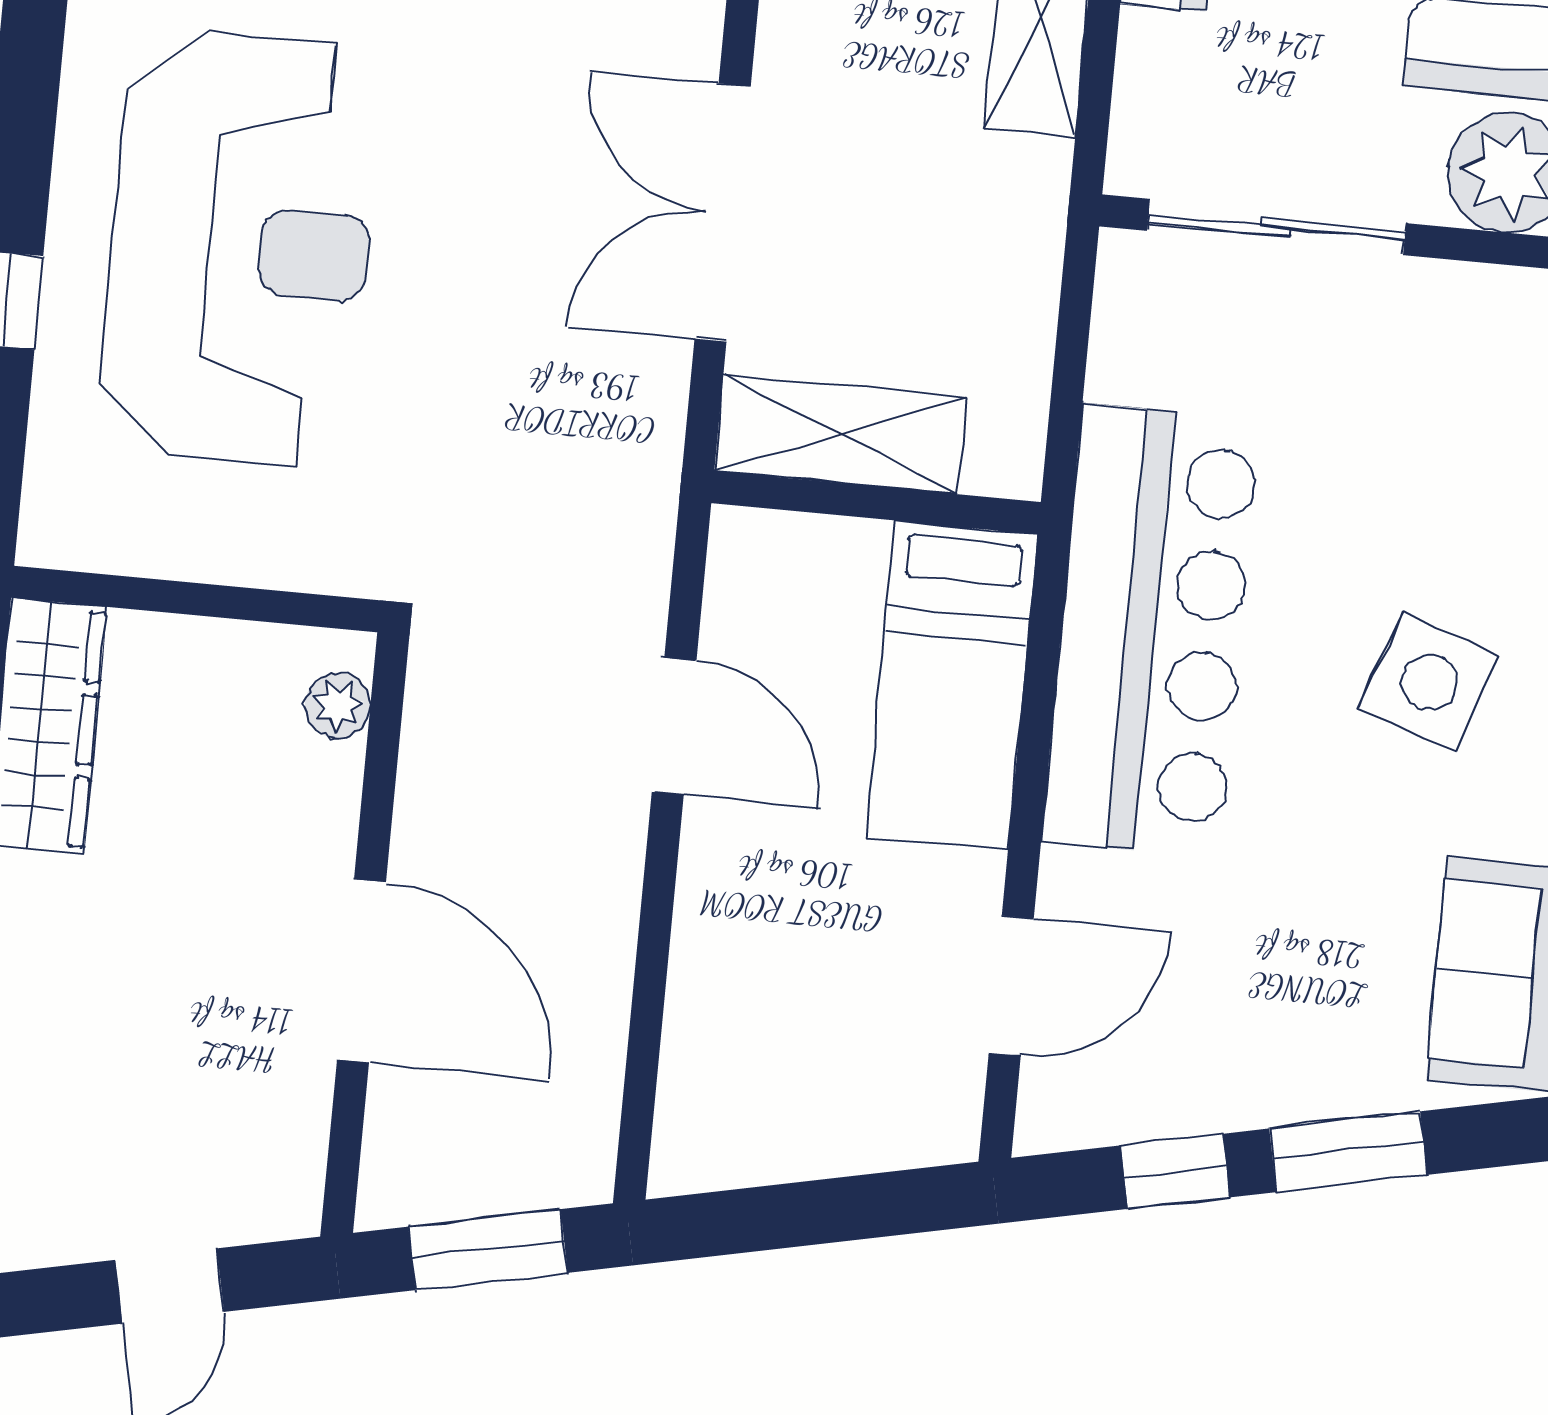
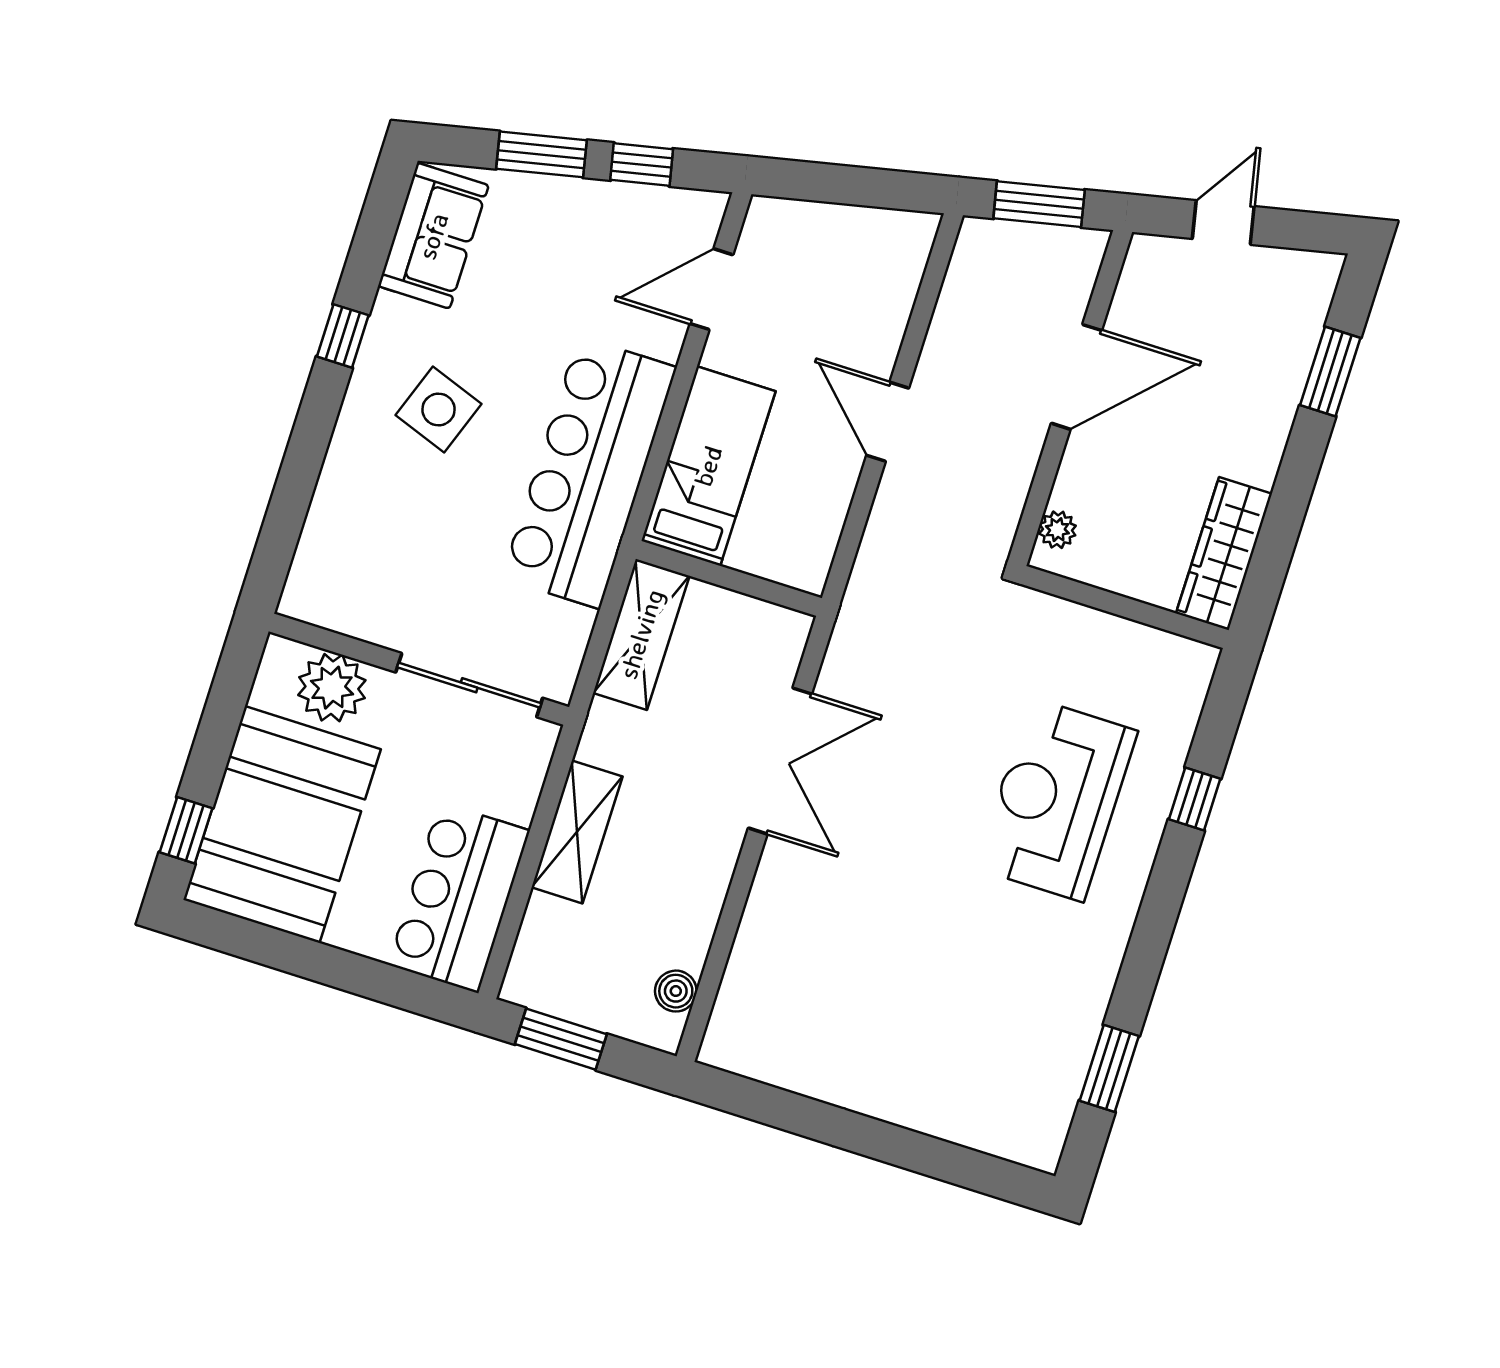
reception desk: (240, 248) -> (1057, 800), width x0.74, depth x0.77
shelving: (840, 434) -> (641, 634), moved, turned 90
door: (674, 726) -> (888, 422), moved
door: (362, 971) -> (1076, 377), swing flipped

